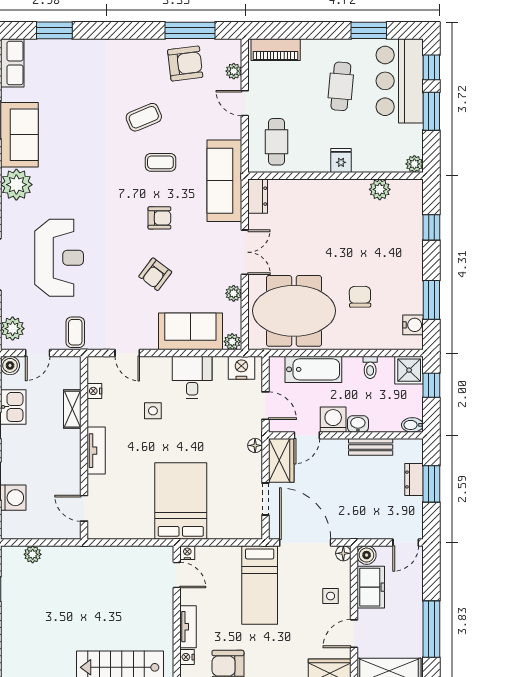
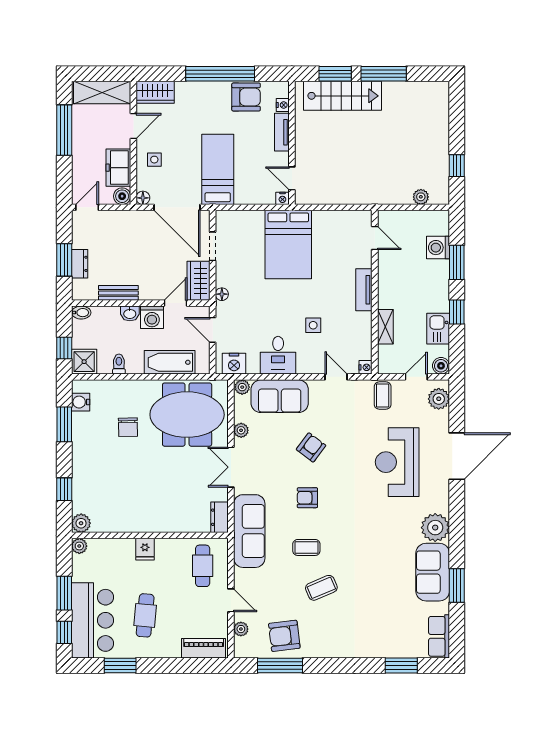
plant: (380, 189) -> (81, 523), moved
nightstand: (94, 391) -> (366, 367), moved

